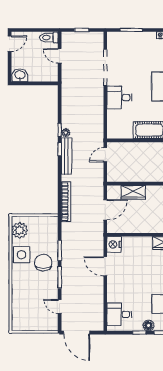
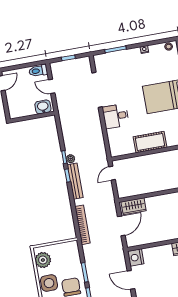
washbasin: (20, 75) -> (43, 107), moved
wardrobe: (133, 192) -> (134, 206), moved

